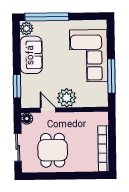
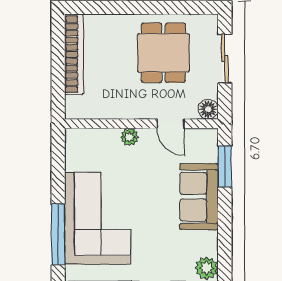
sofa: (31, 55) -> (199, 197), moved
window: (111, 76) -> (58, 234), moved
plant: (67, 98) -> (130, 137), width x0.53, depth x0.53

